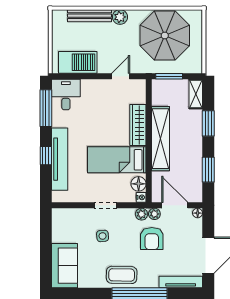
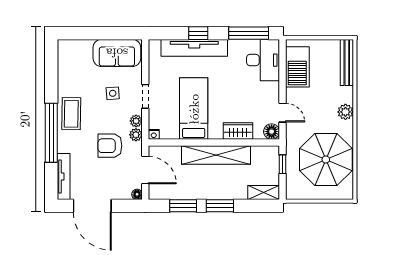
bench: (90, 16) -> (347, 62), moved
window: (169, 76) -> (282, 164), width x0.67
desk: (66, 95) -> (263, 60), width x1.37
window: (208, 123) -> (220, 206), moved
wardrobe: (138, 125) -> (238, 131), width x0.67
floor lamp: (139, 184) -> (272, 132), moved
door: (175, 205) -> (145, 170), hinge flipped
plant: (154, 214) -> (136, 121), moved
sofa: (65, 266) -> (117, 53), moved

